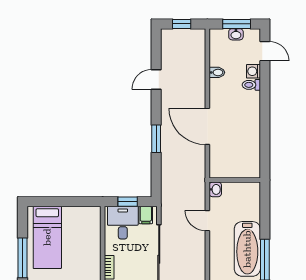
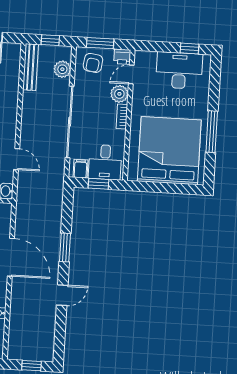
door: (156, 79) -> (62, 295), moved
bed: (47, 237) -> (169, 151), width x2.04

